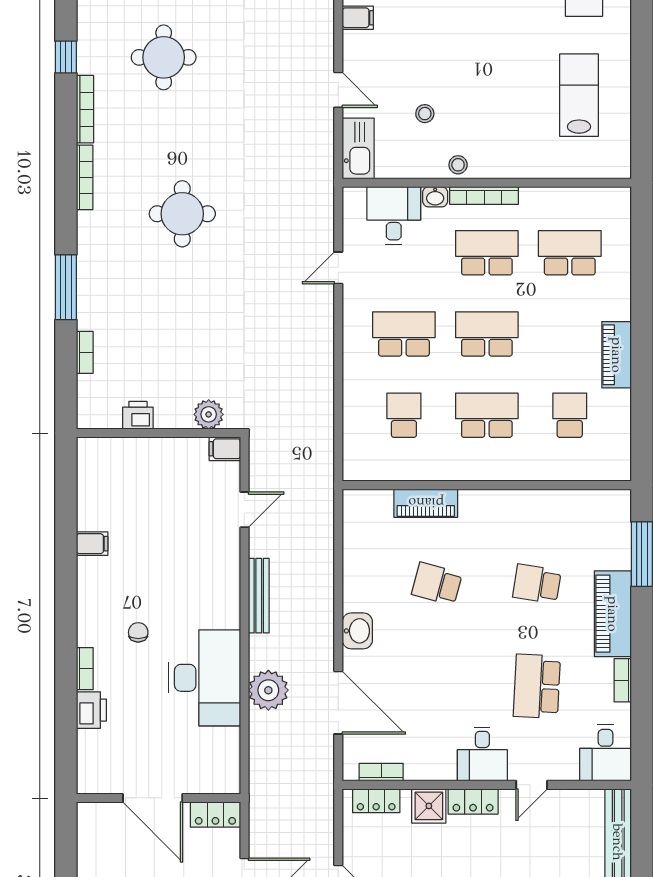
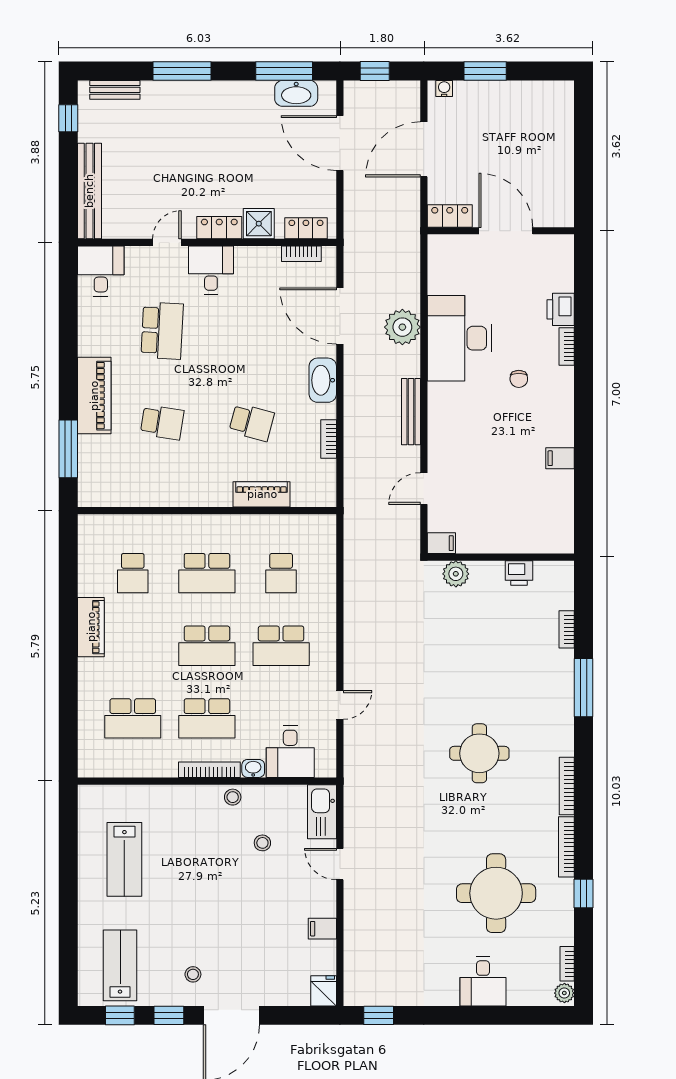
round table: (164, 57) -> (496, 893), width x1.36, depth x1.36
washbasin: (357, 631) -> (323, 380), width x1.38
bookcase: (623, 680) -> (329, 439), moved, turned 180

